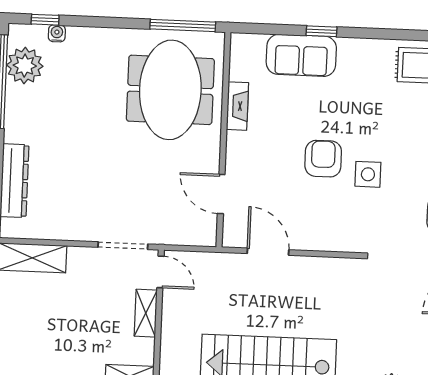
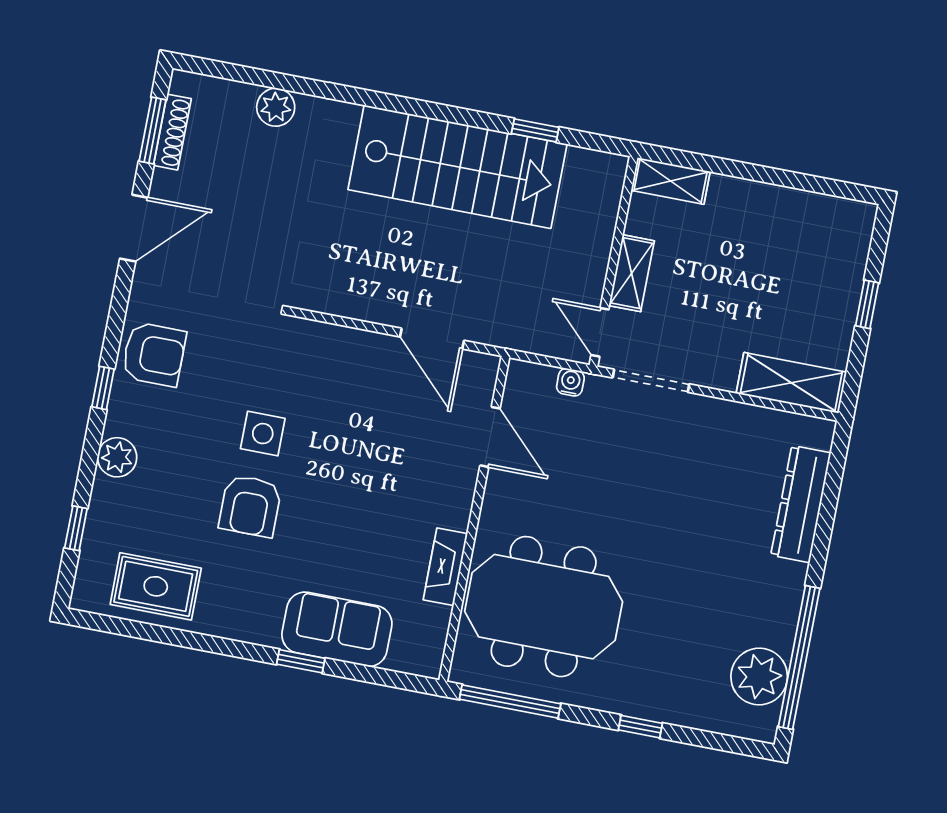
window: (45, 20) -> (640, 727), moved
water cooler: (57, 33) -> (570, 382), moved, turned 180
meeting table: (170, 90) -> (544, 607), turned 90
armchair: (323, 159) -> (250, 506), moved

